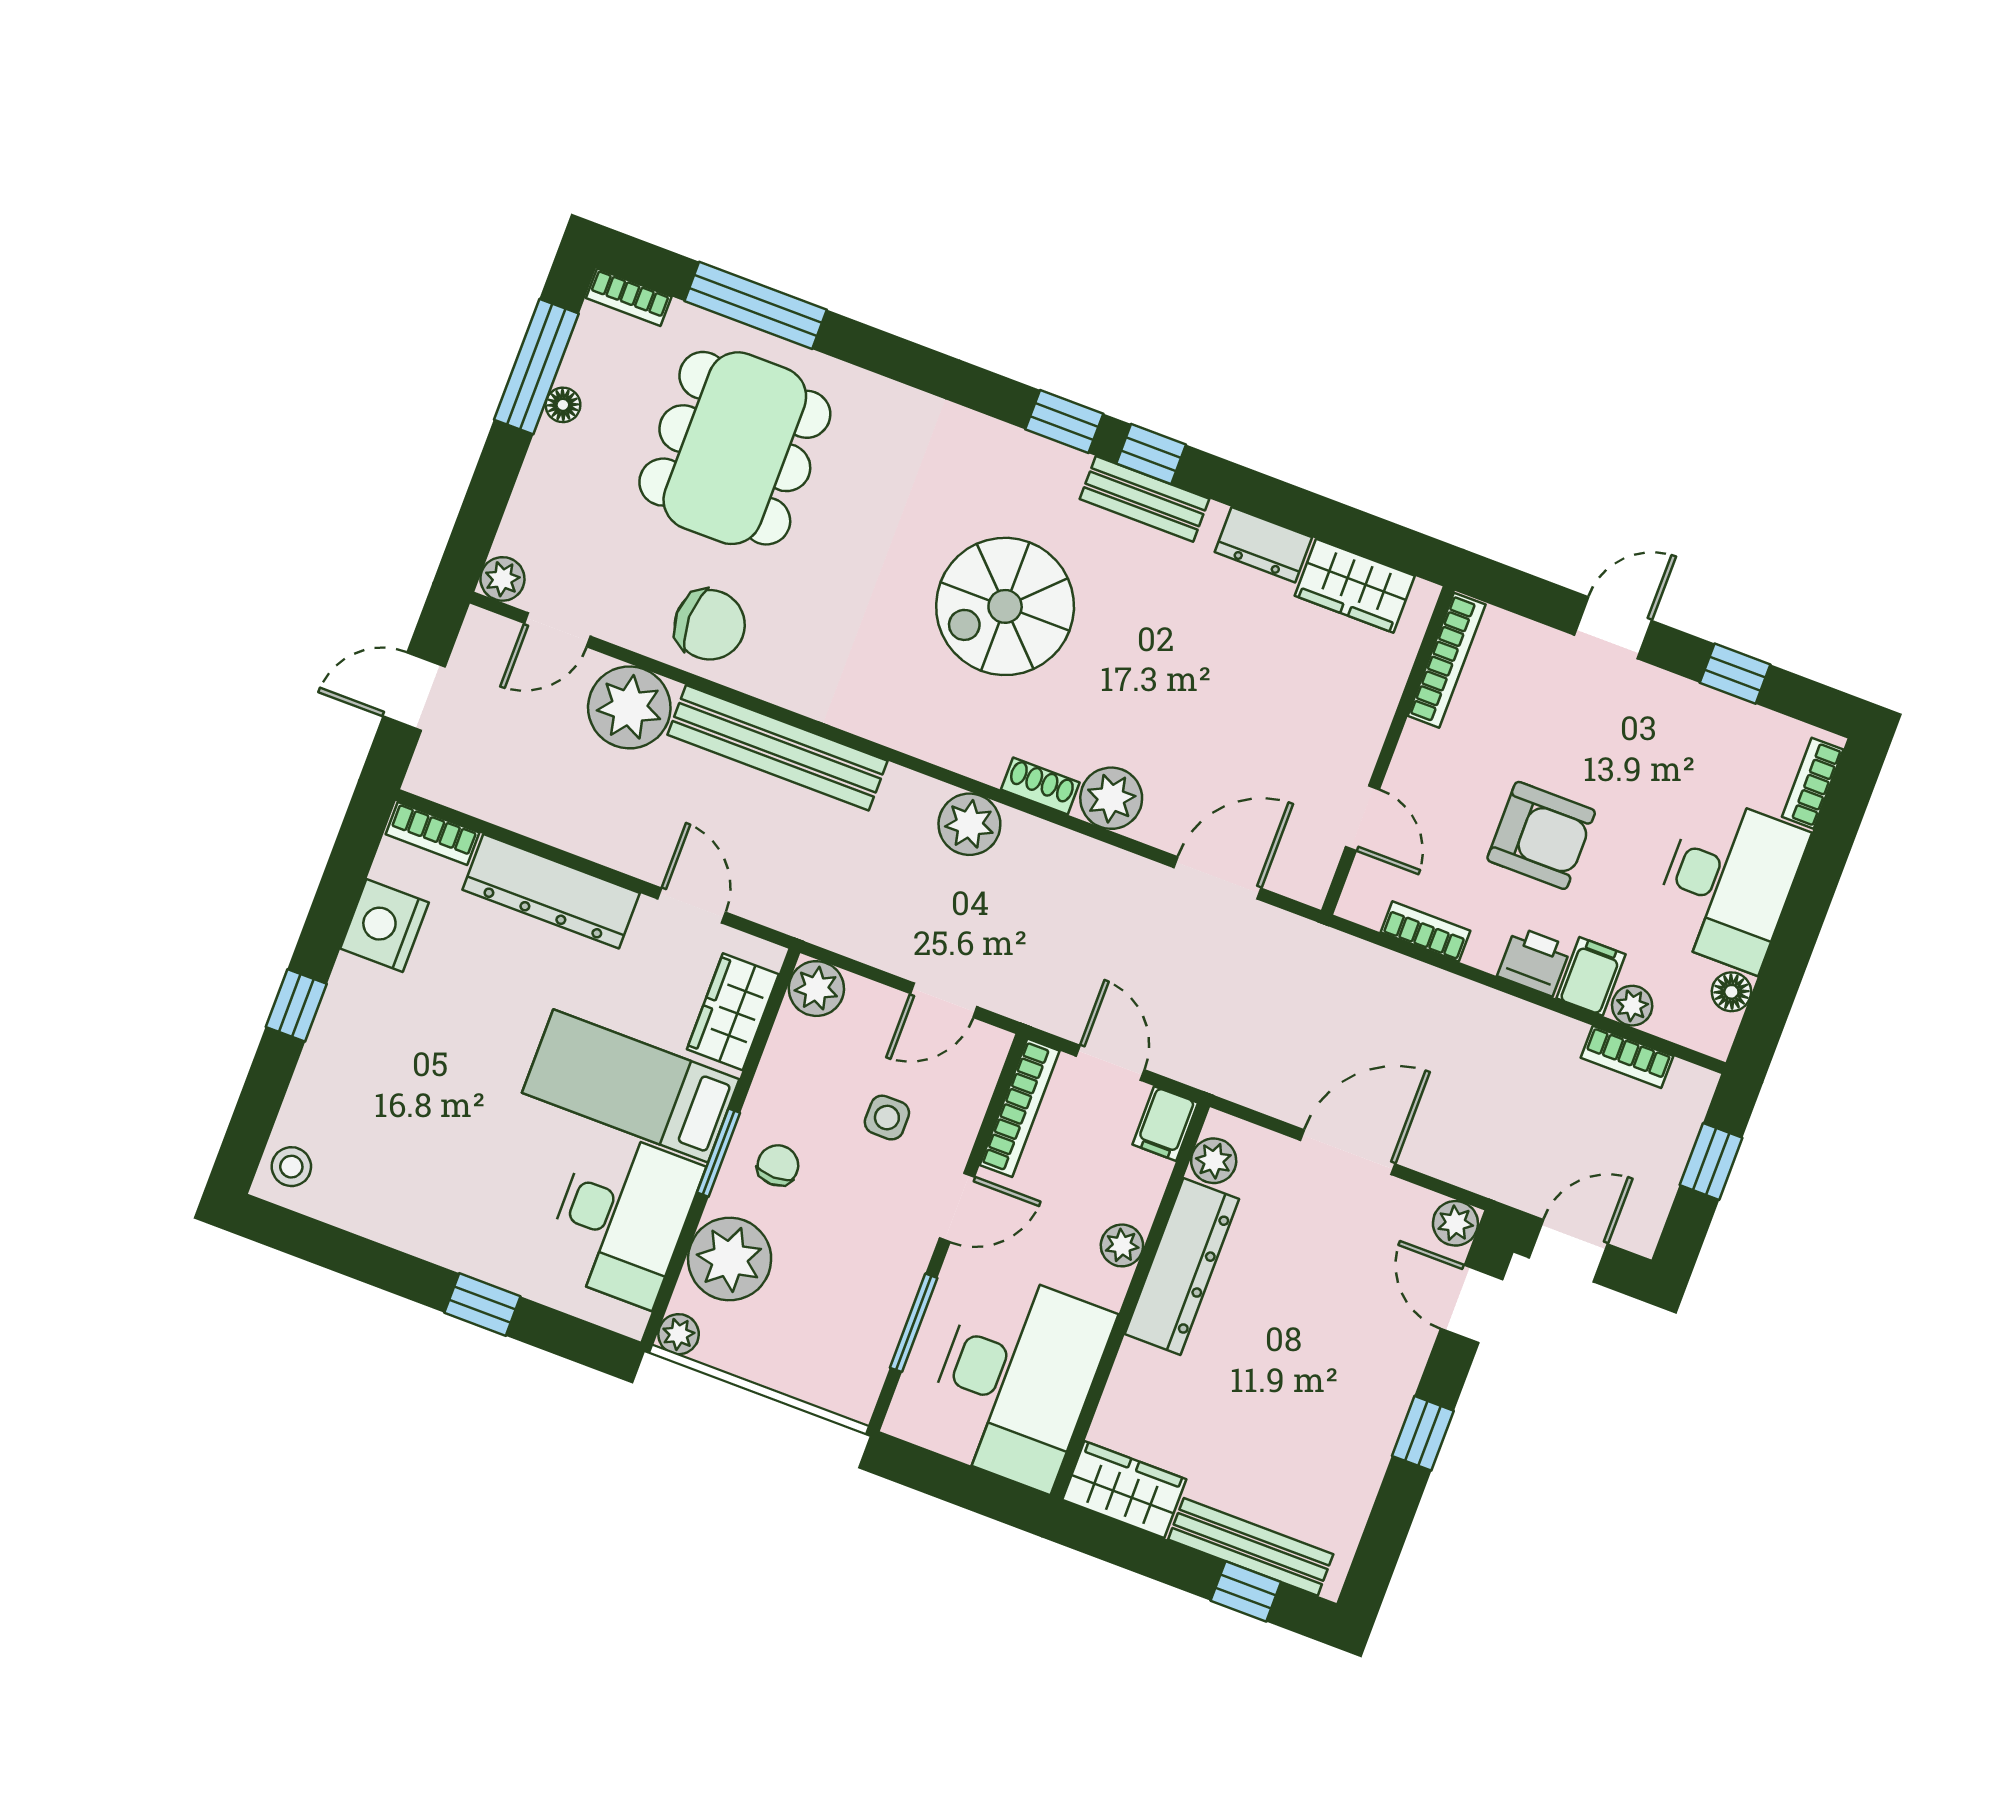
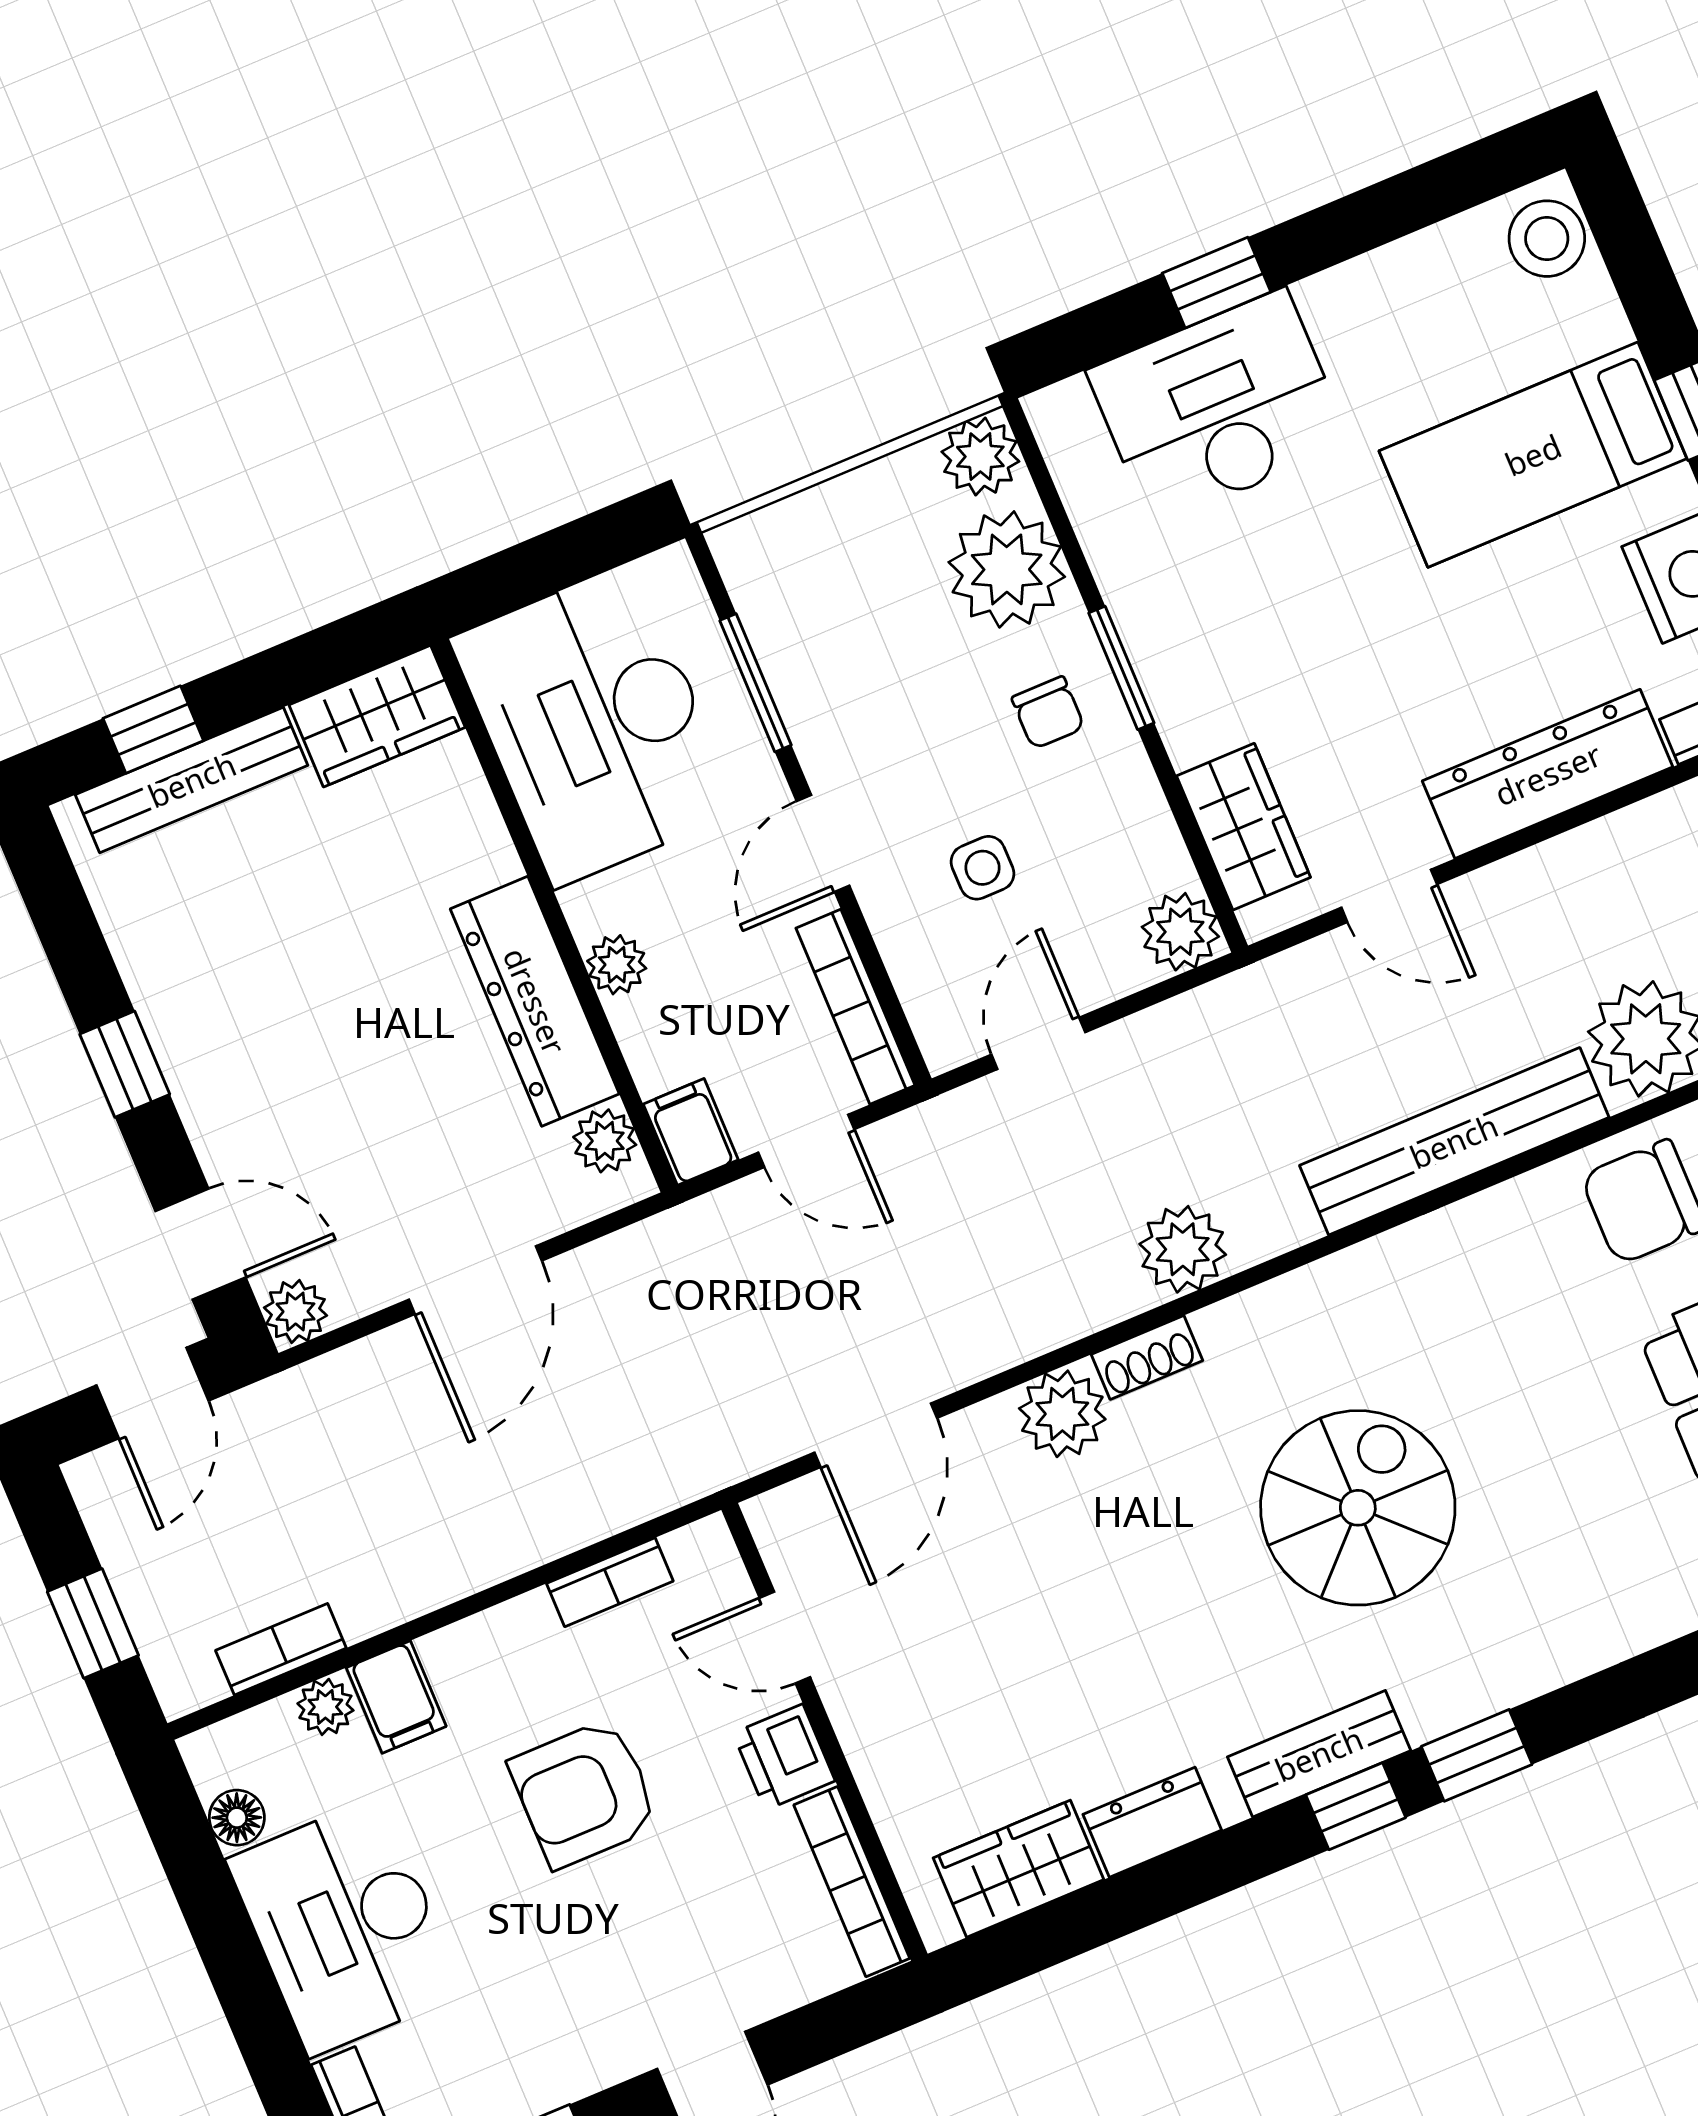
printer: (1534, 961) -> (784, 1757), moved, turned 90
bed: (631, 1086) -> (1533, 455), moved, turned 180
stool: (291, 1167) -> (1547, 239), width x1.37, depth x1.37
desk: (622, 1218) -> (1219, 407), moved, turned 90
plant: (679, 1334) -> (980, 457), width x1.38, depth x1.38

